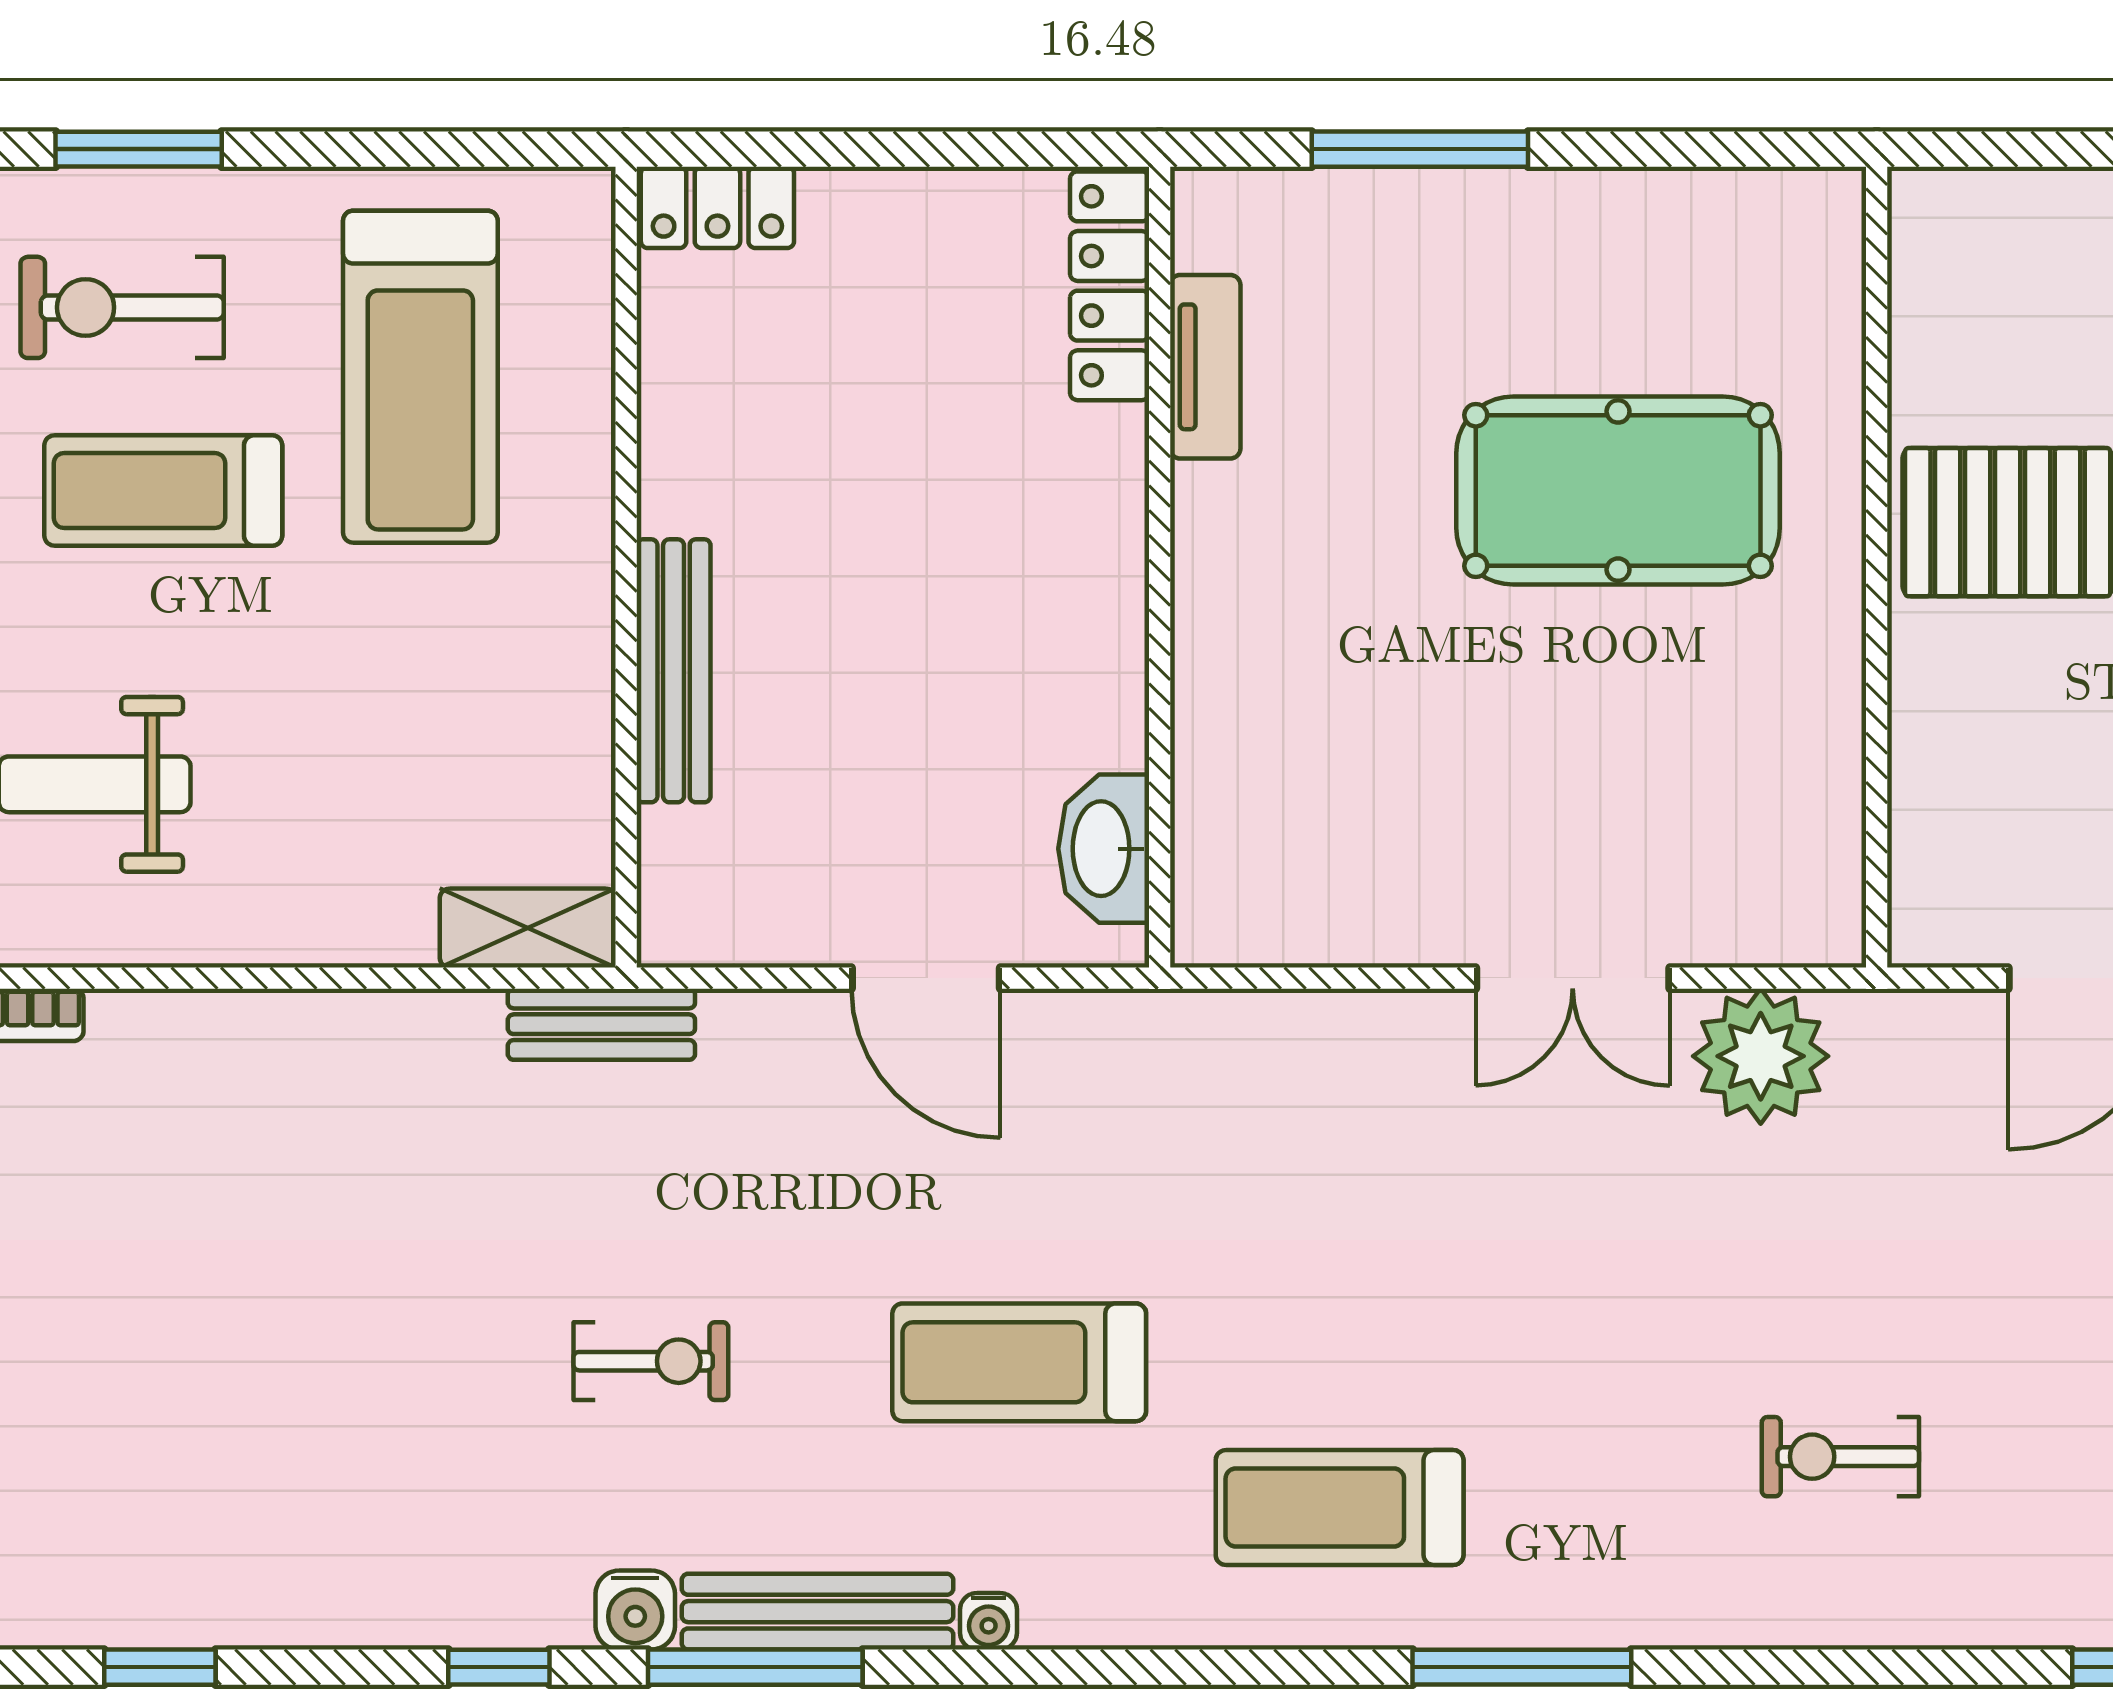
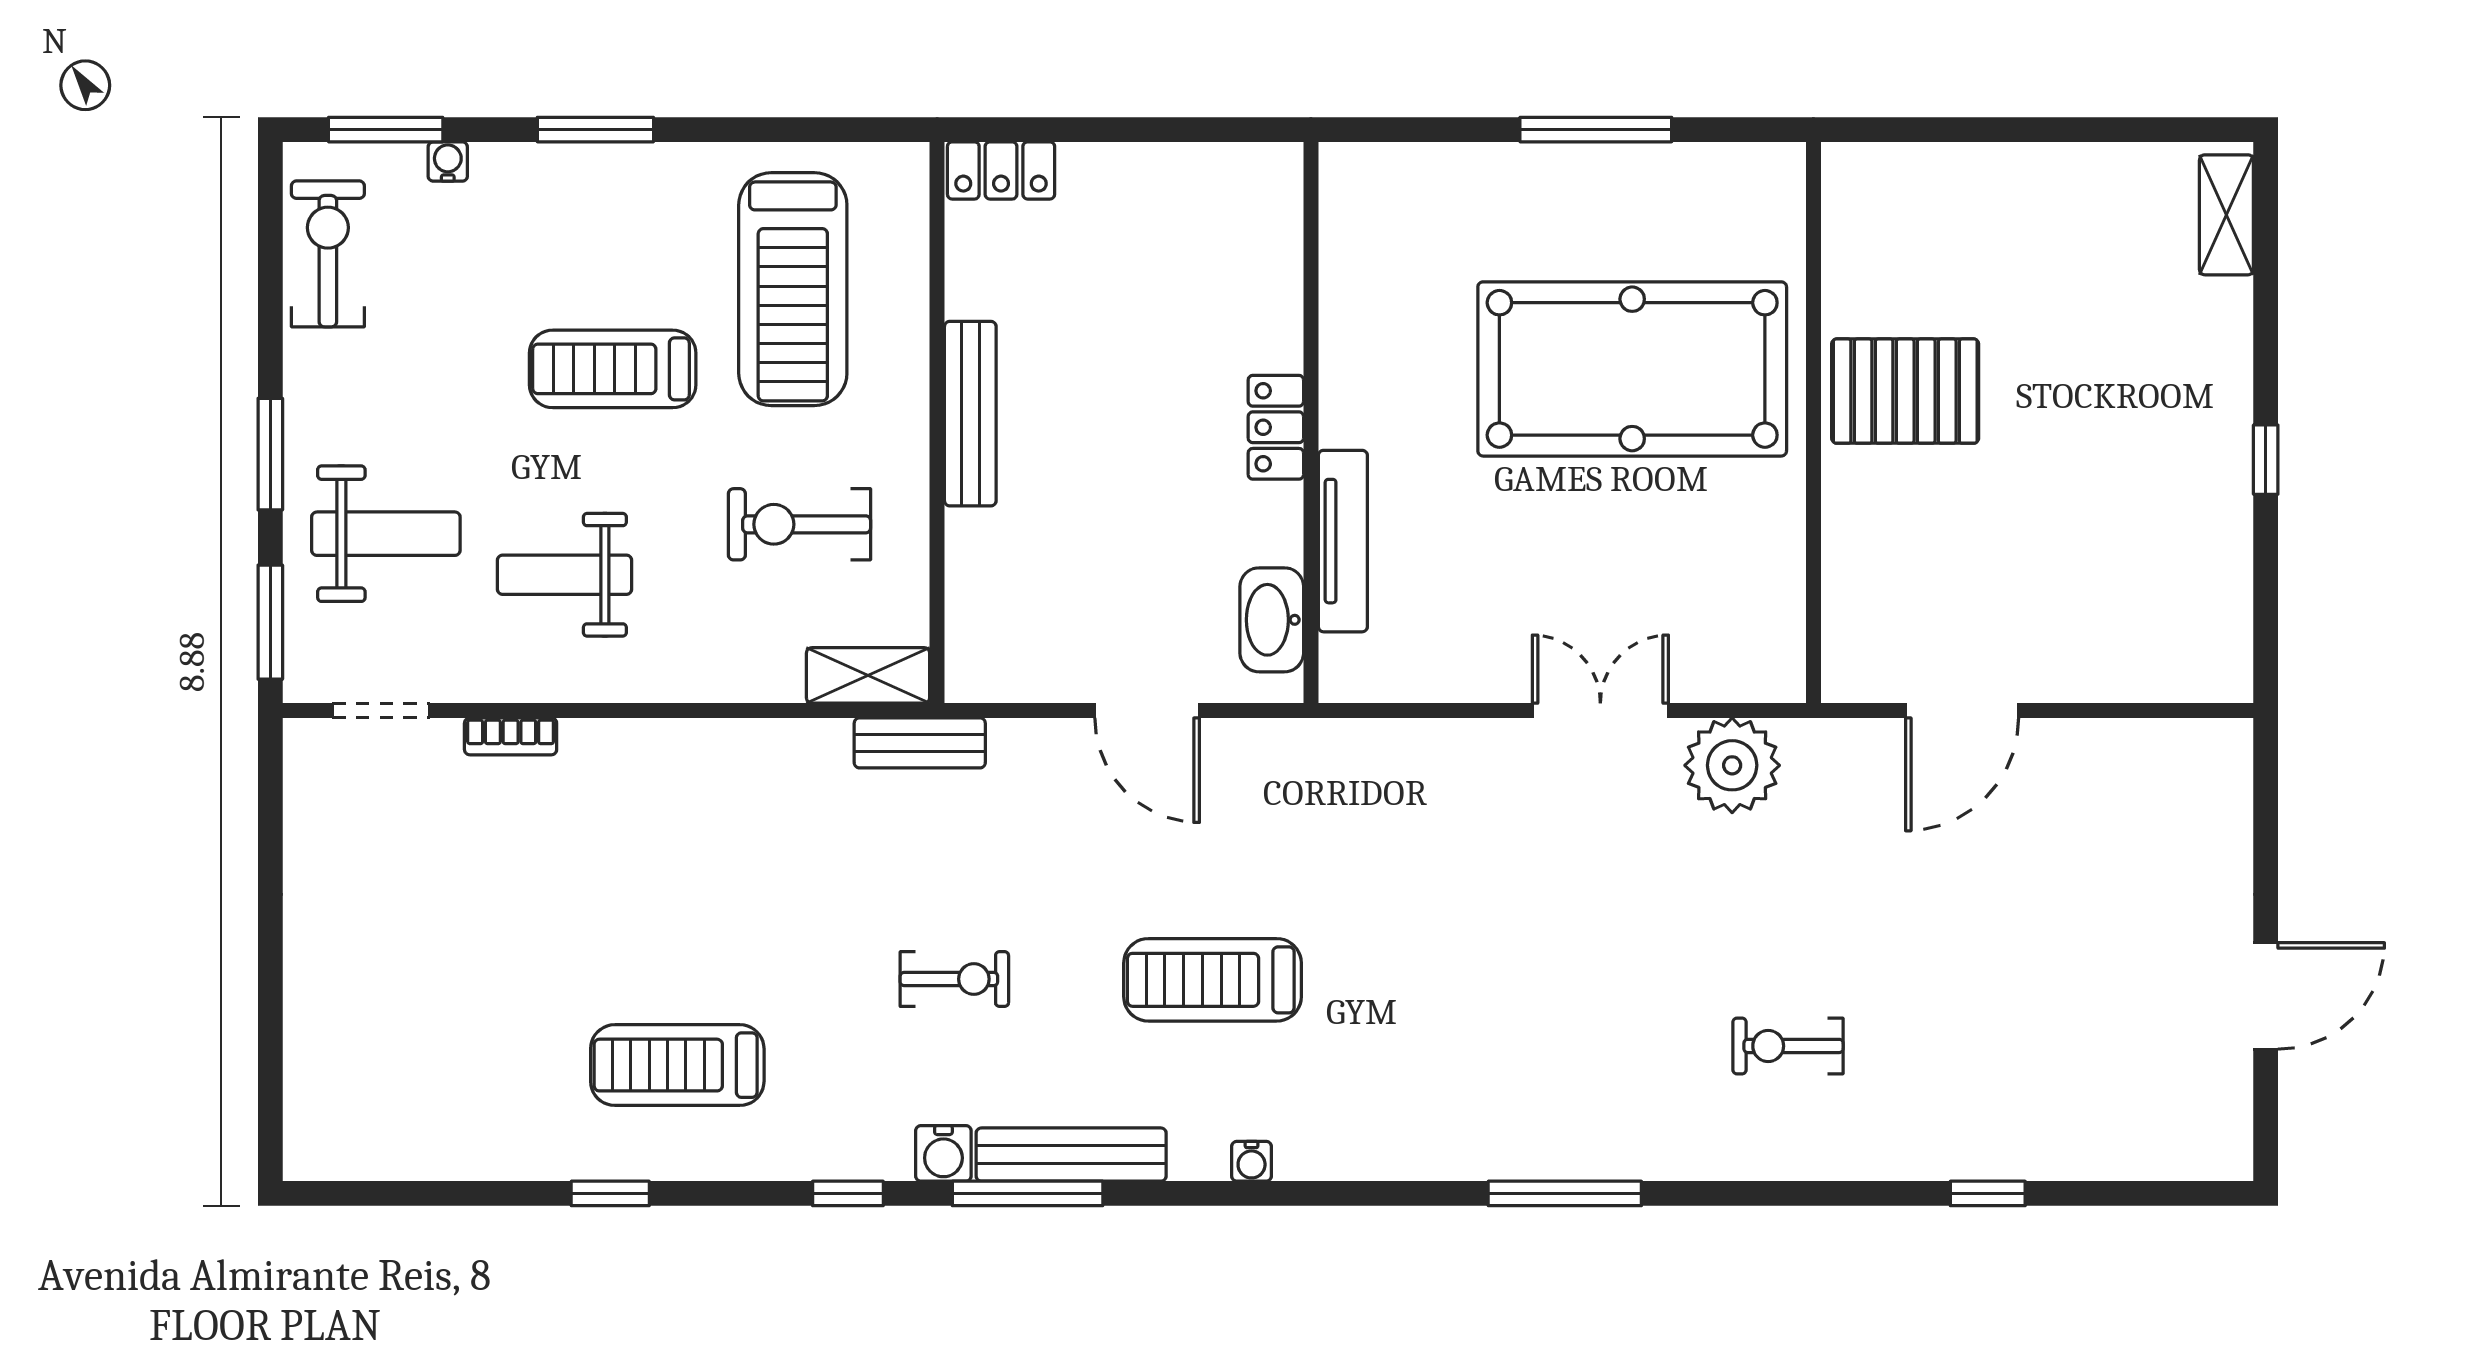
window: (1420, 149) -> (1596, 130), moved
locker: (1110, 286) -> (1276, 427), moved, width x0.66
exercise bike: (122, 307) -> (799, 524), moved
tv unit: (1205, 367) -> (1343, 541), moved, width x1.41
pool table: (1618, 491) -> (1632, 369), width x1.36, depth x1.32
bench: (674, 671) -> (970, 414), moved
double door: (1573, 978) -> (1600, 711), swing flipped
treadmill: (1340, 1508) -> (677, 1065), moved
water cooler: (989, 1621) -> (1252, 1161), moved

